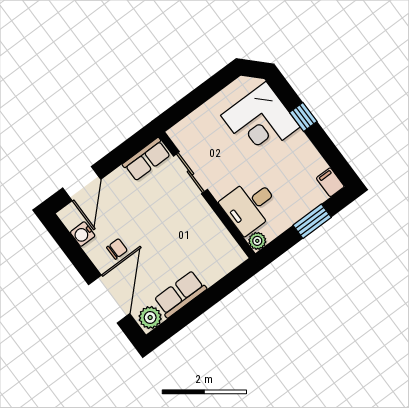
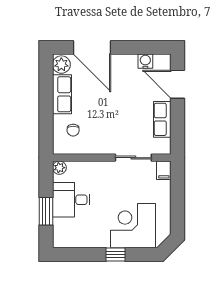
row of seats: (147, 159) -> (162, 119), moved
filing cabinet: (330, 182) -> (164, 170), moved, turned 90
desk: (250, 206) -> (71, 200), moved, turned -90
chair: (117, 249) -> (73, 130), moved

